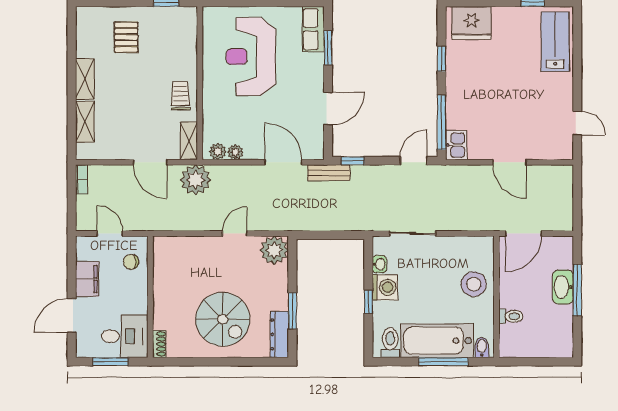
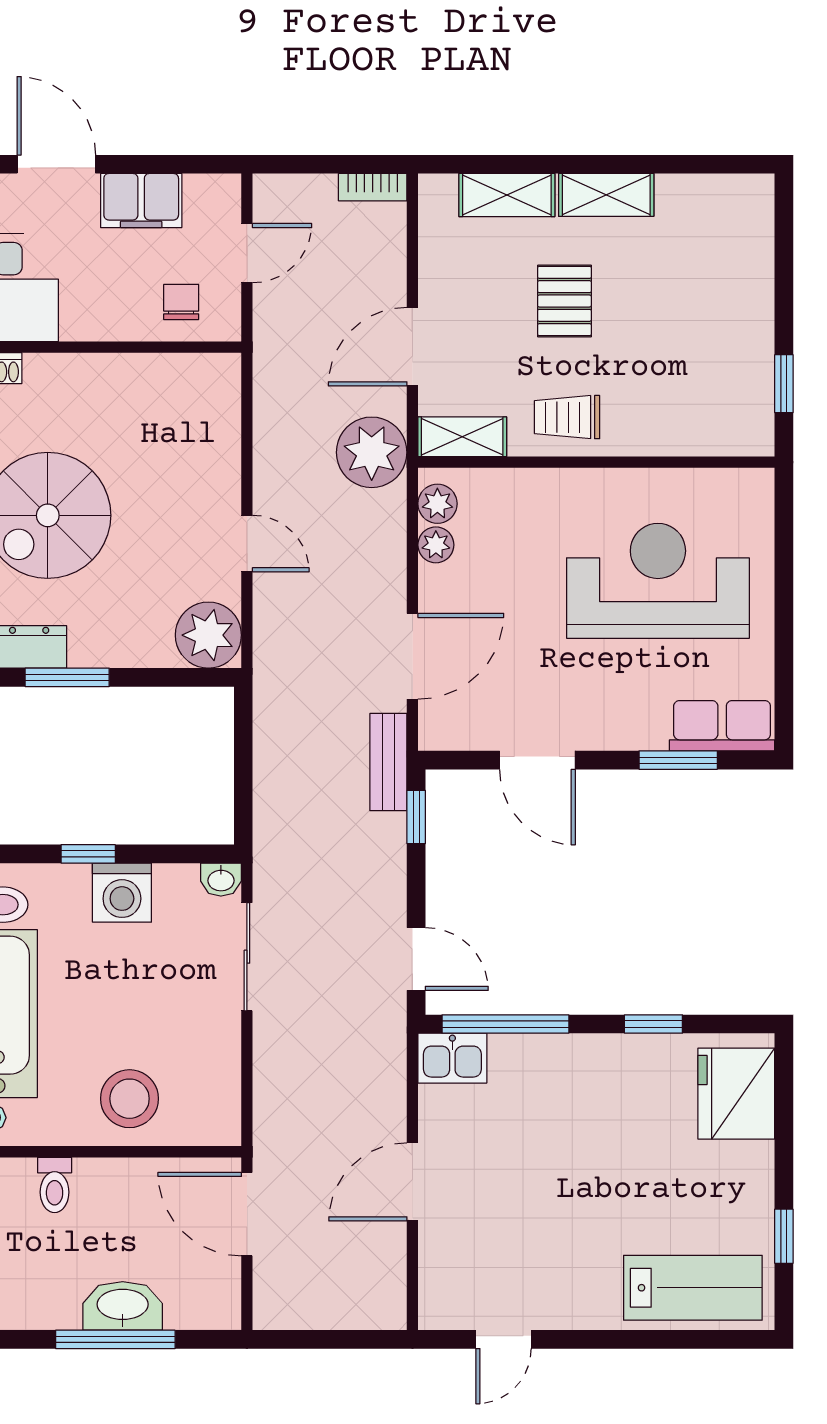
pallet: (126, 37) -> (564, 301), moved, turned 90
trolley: (180, 96) -> (567, 417), turned 180
washbasin: (379, 264) -> (221, 880), moved

